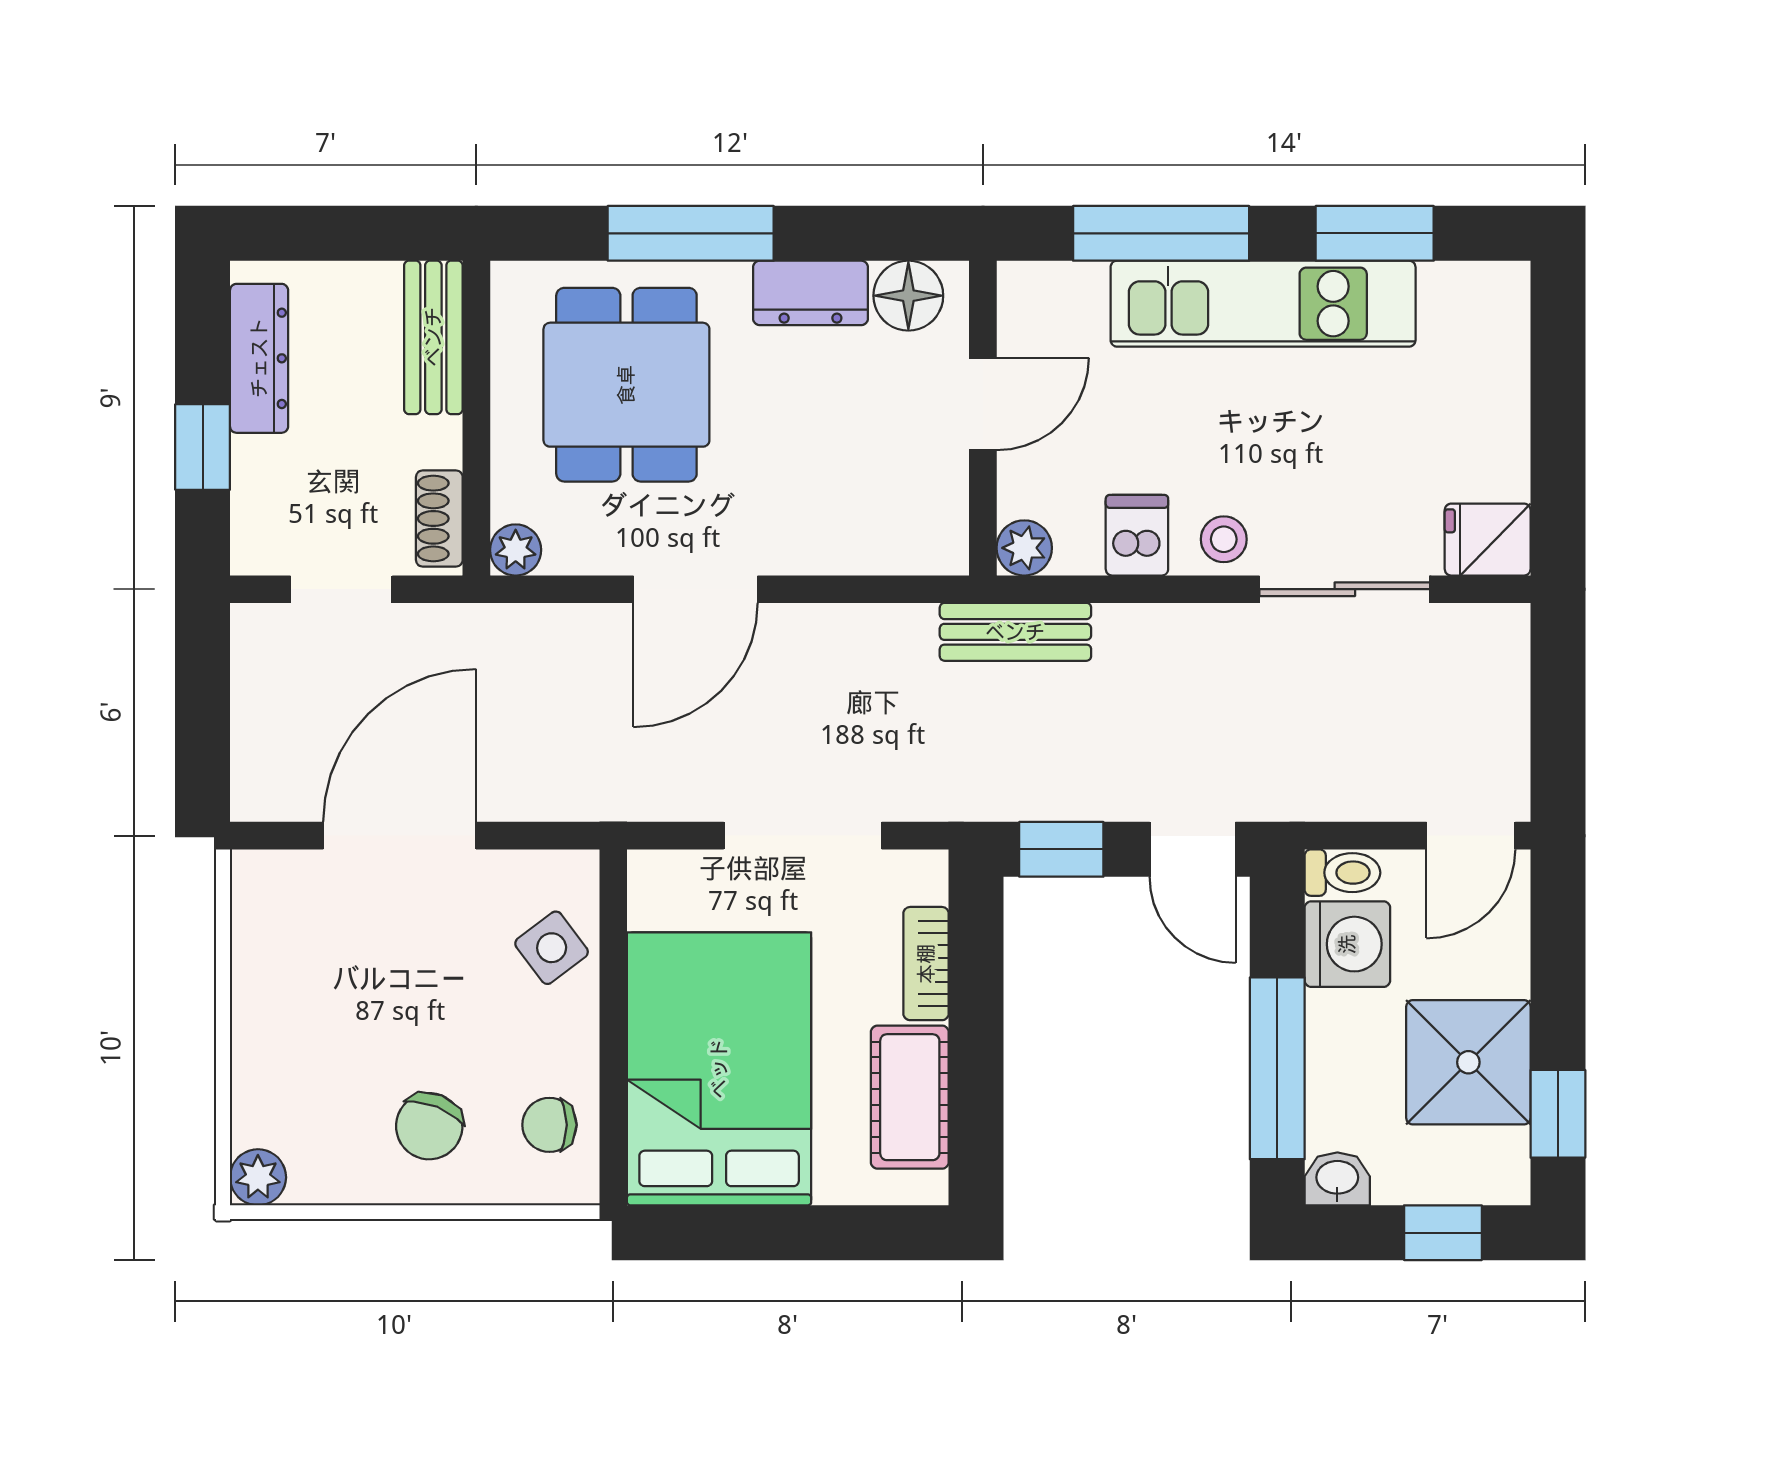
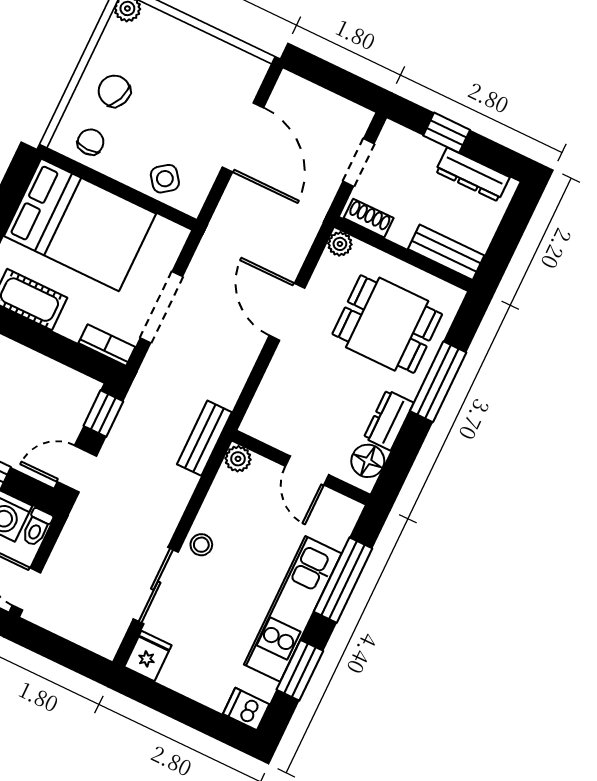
dishwasher: (1137, 535) -> (246, 709), moved, turned 180
bookcase: (926, 964) -> (107, 345), moved

